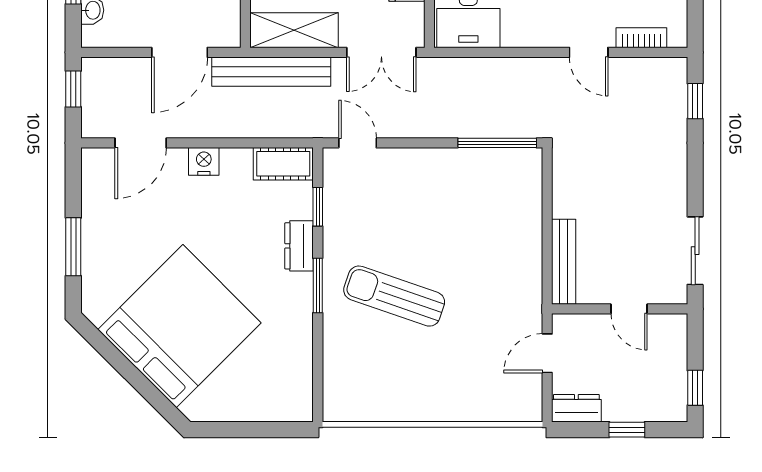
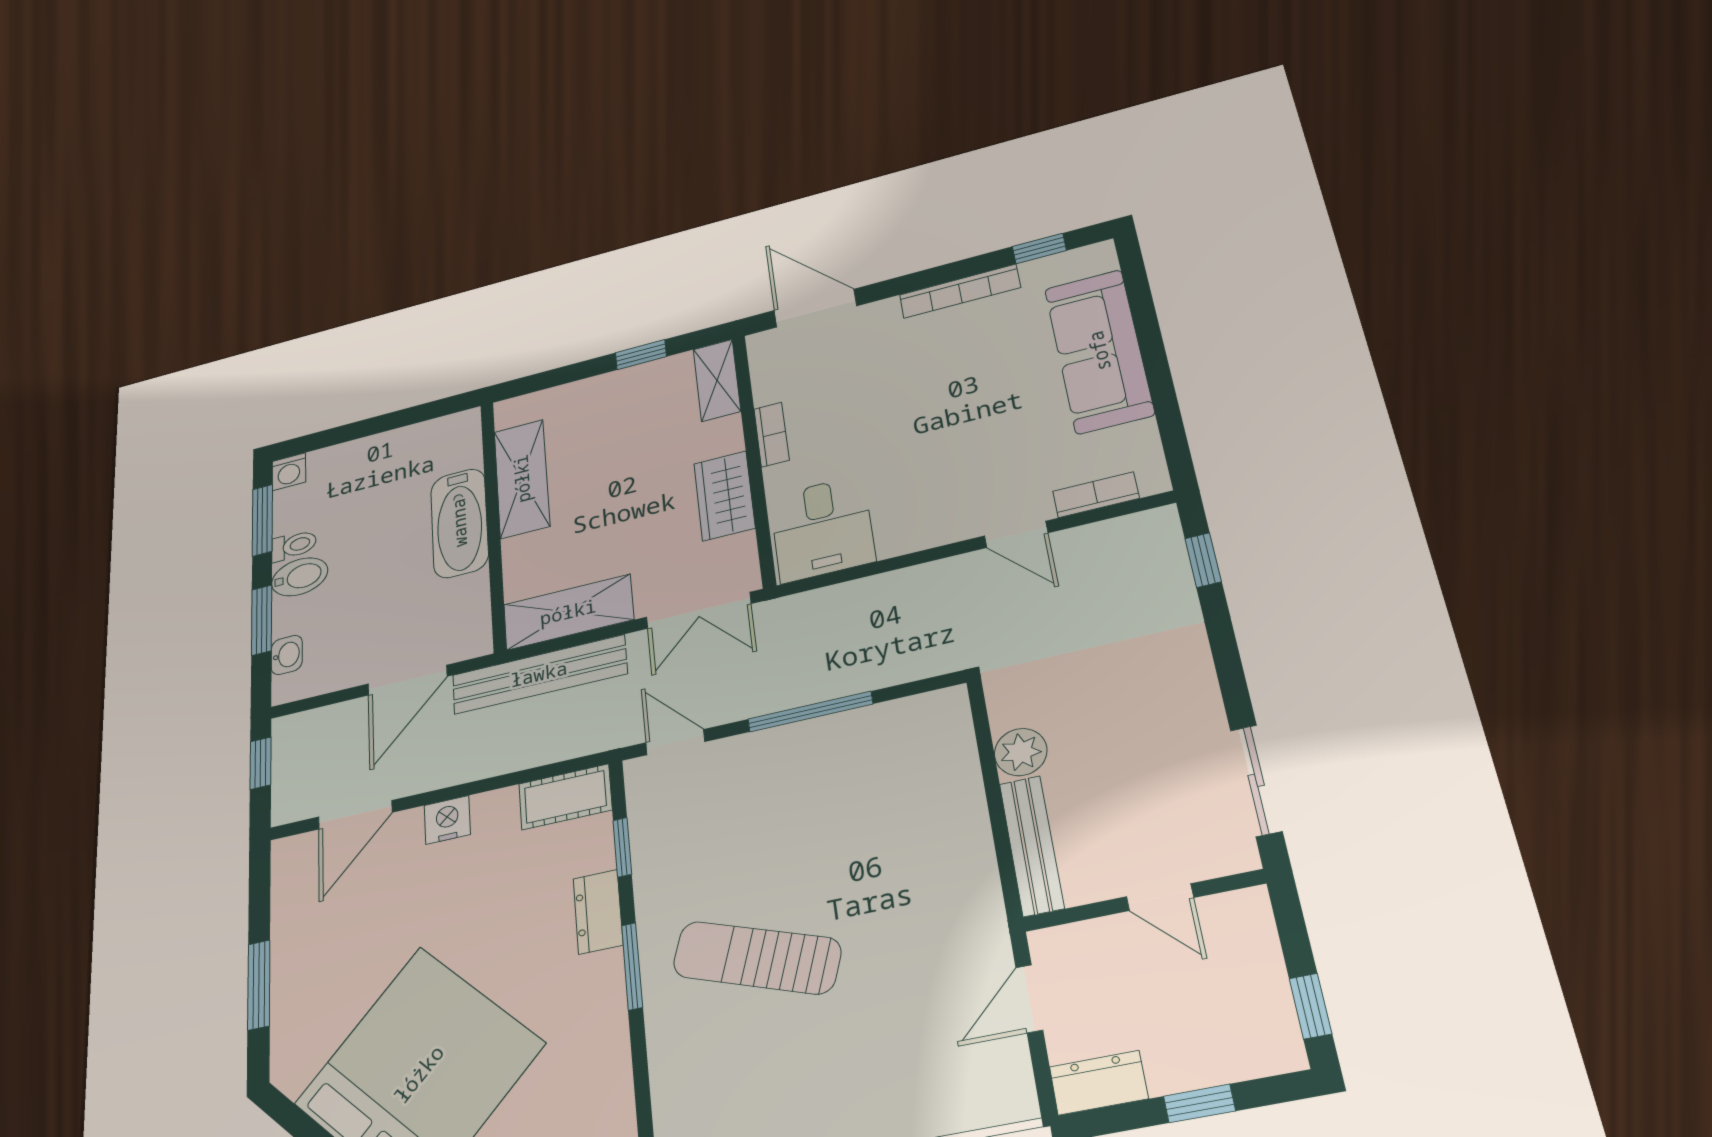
window: (497, 143) -> (810, 712), moved
plant: (567, 201) -> (1021, 752), added

